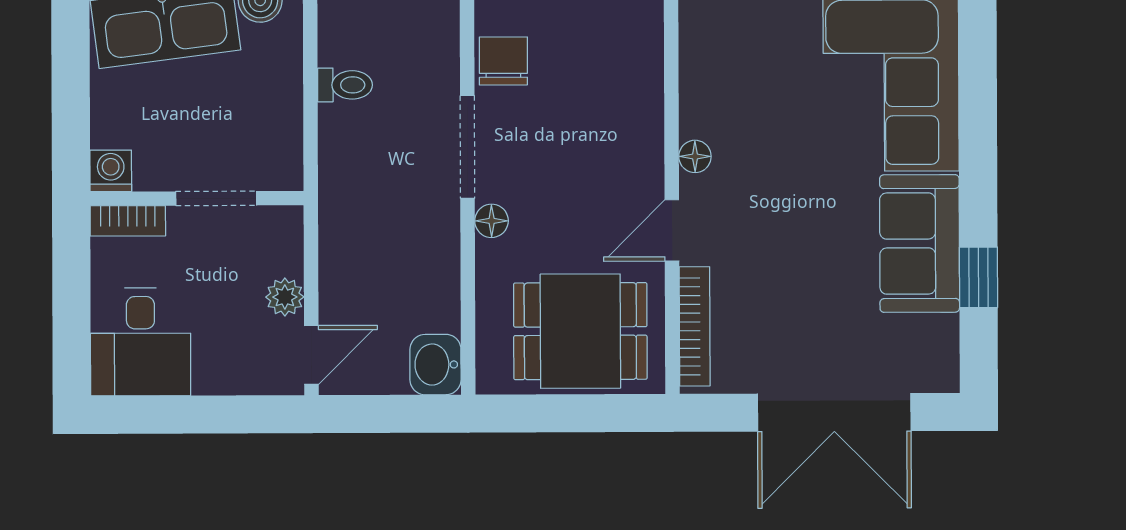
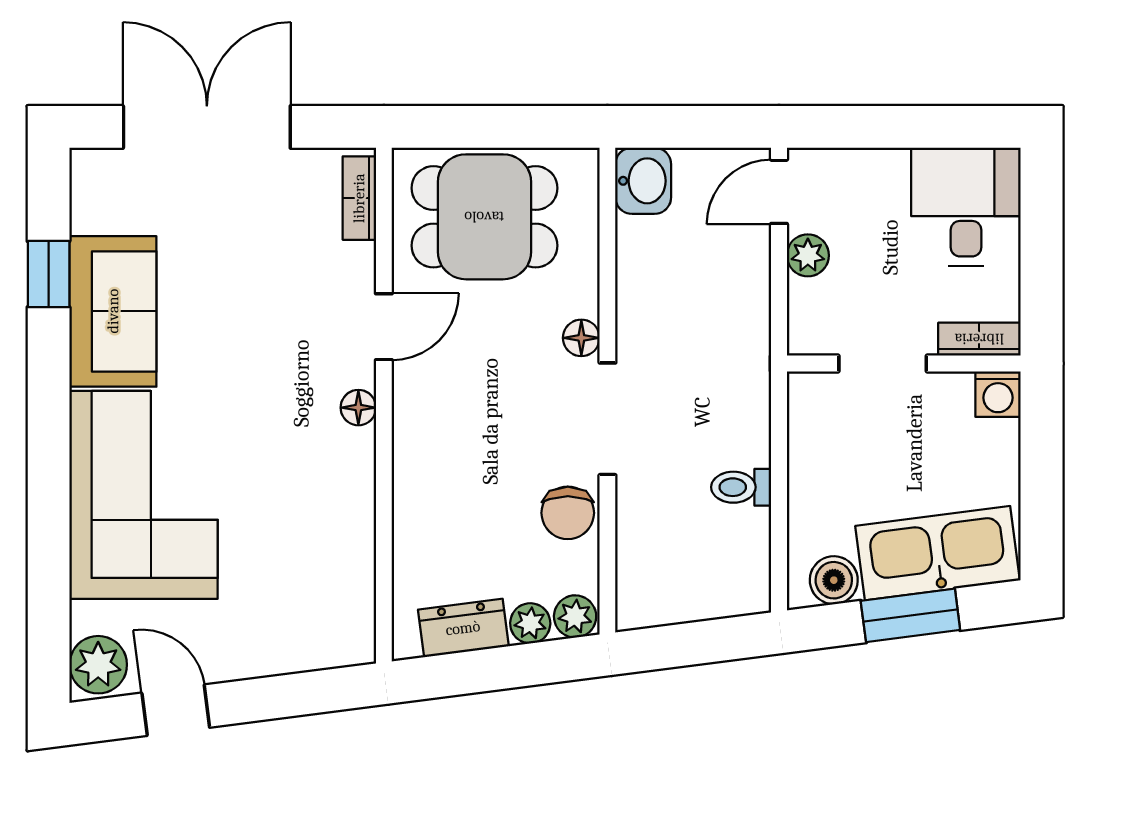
bookcase: (695, 326) -> (359, 198), width x0.64

